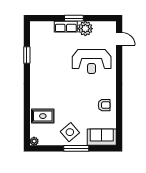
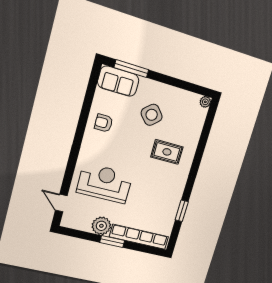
row of seats: (66, 27) -> (139, 237), width x2.02
rug: (43, 116) -> (167, 152), moved
side table: (70, 132) -> (152, 115), moved
window: (76, 148) -> (131, 69), moved

